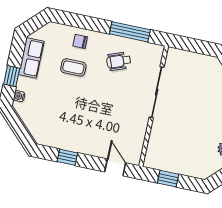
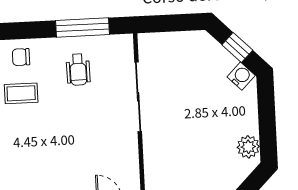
wheelchair: (119, 61) -> (78, 70), turned -70

